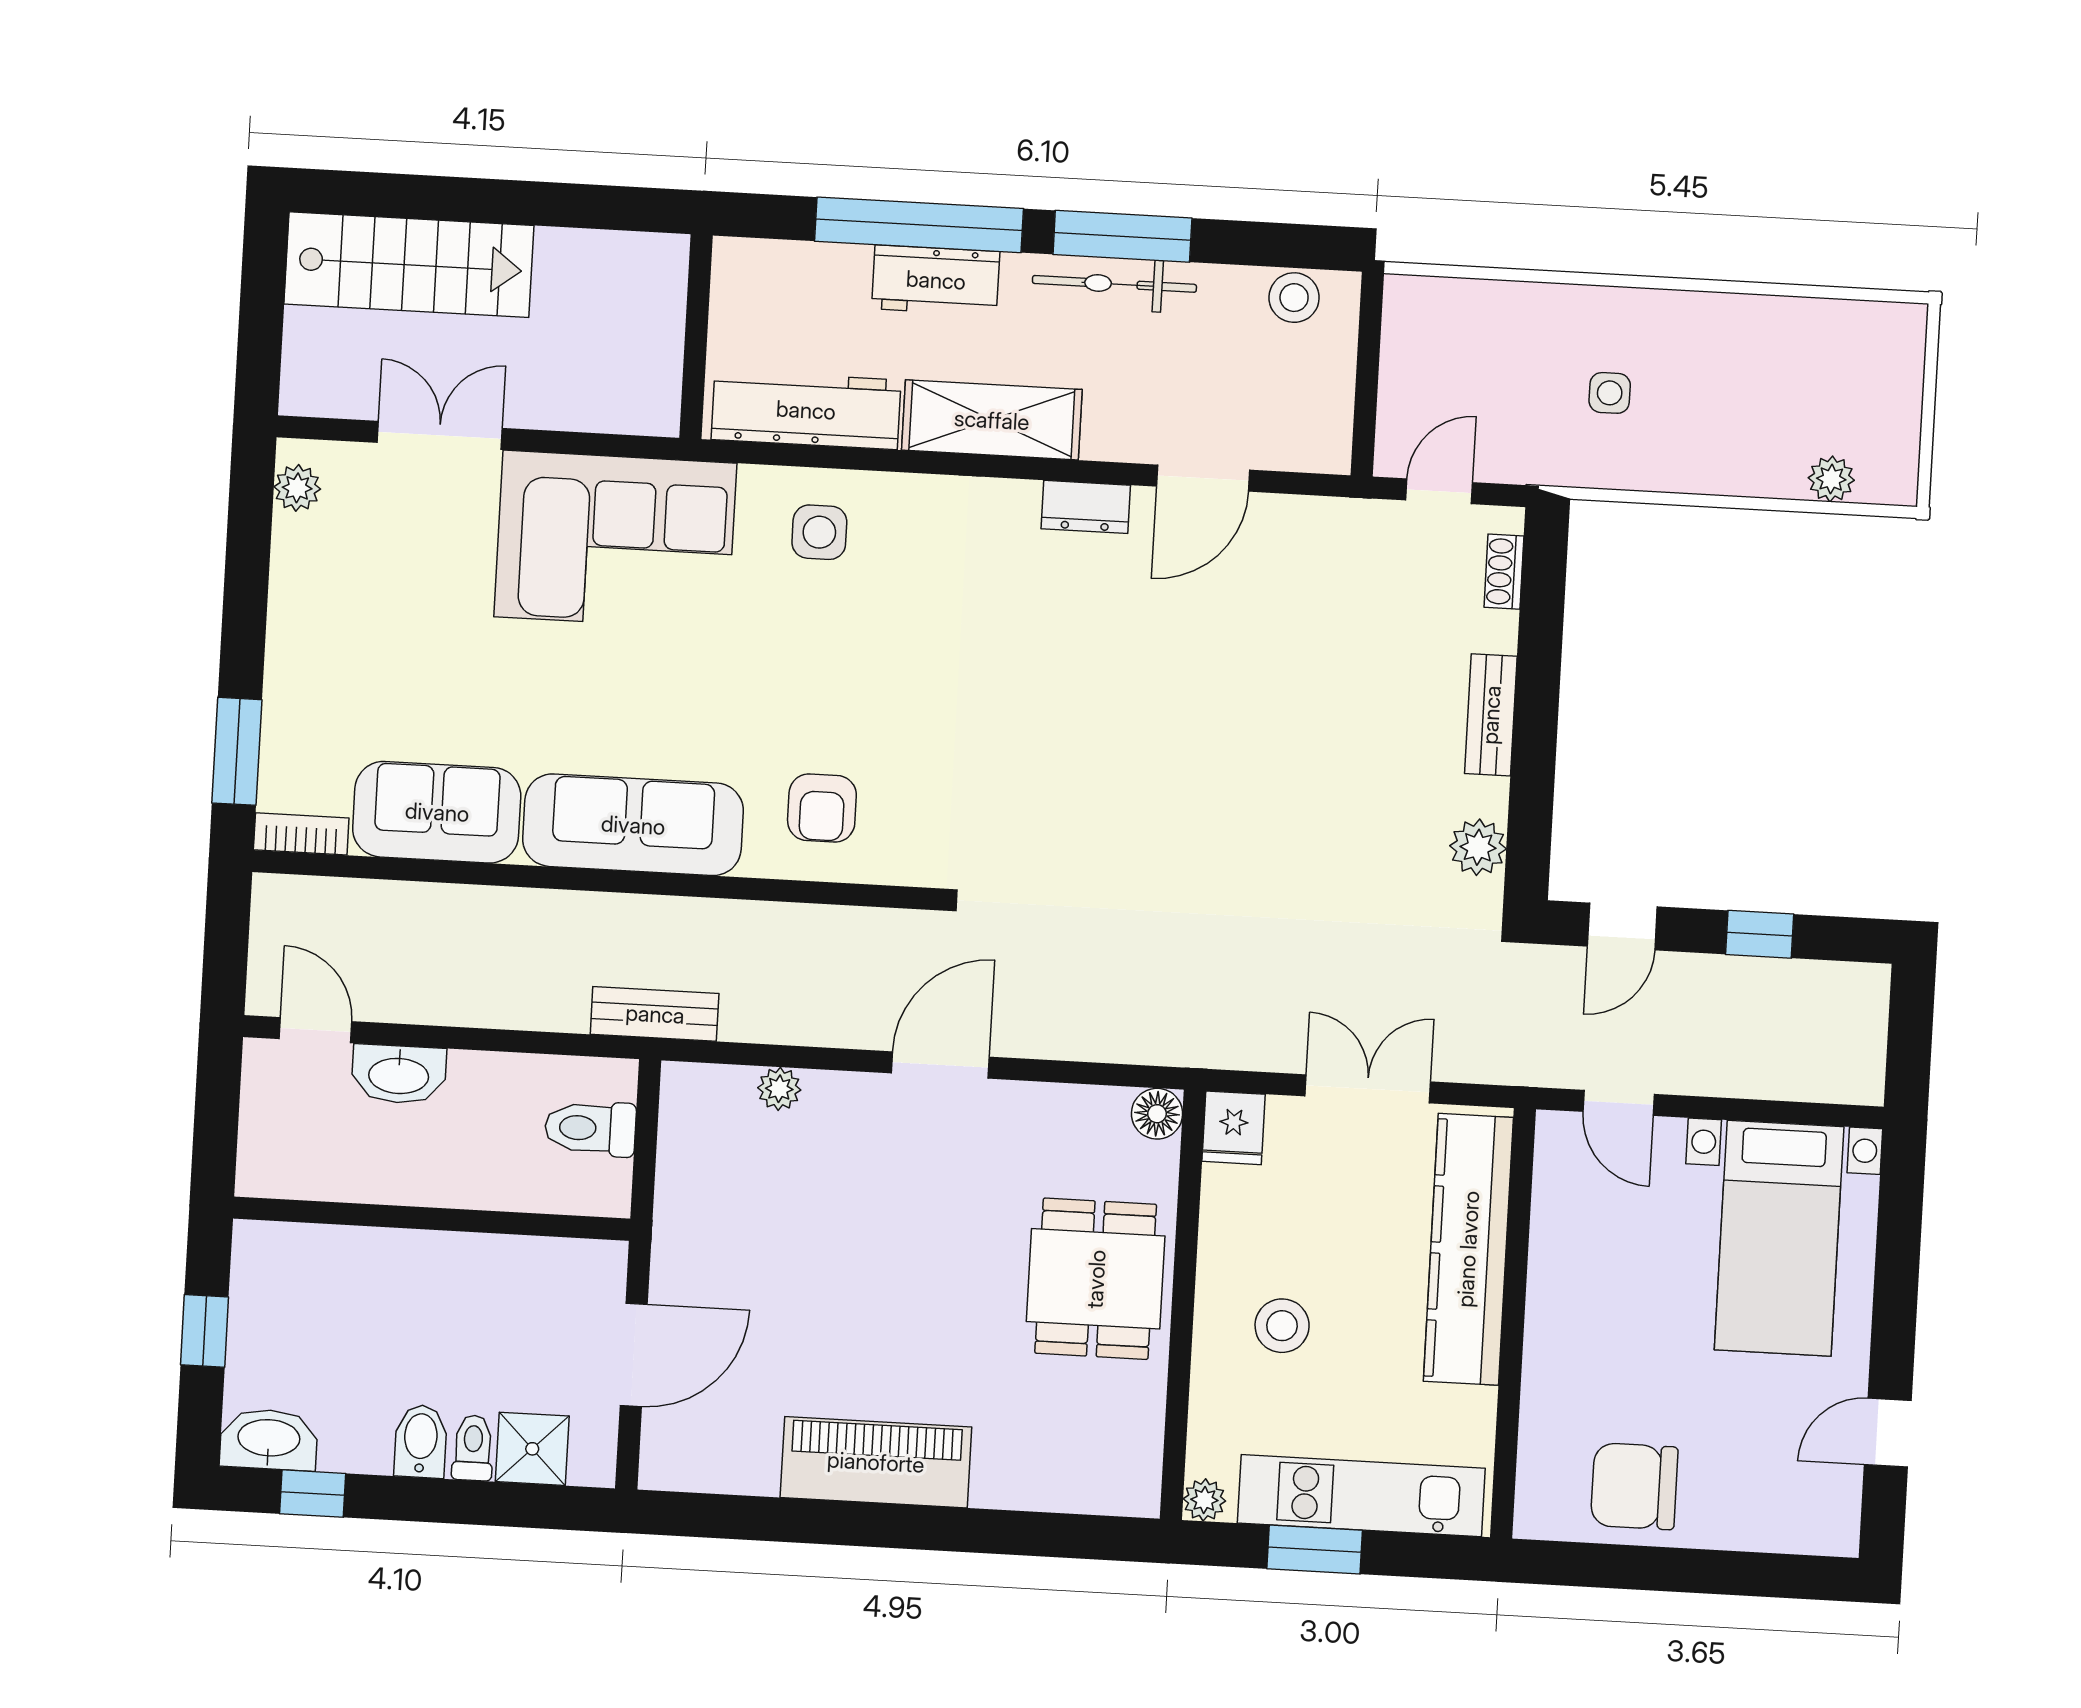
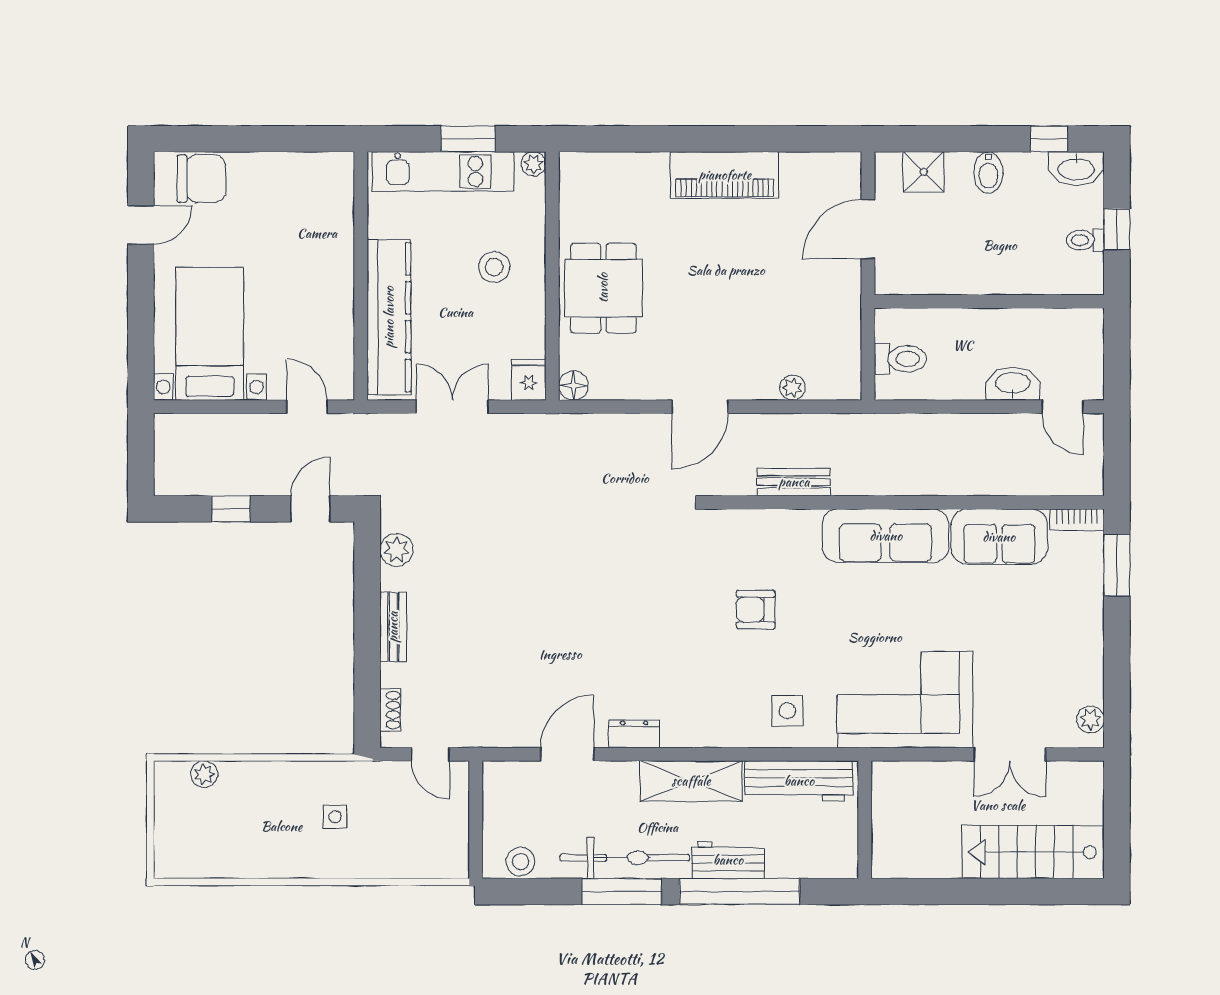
bicycle: (1114, 284) -> (625, 858), width x1.37, depth x1.40
door: (1439, 491) -> (430, 754), hinge flipped
armchair: (822, 808) -> (756, 610), moved, turned -90
bench: (655, 1014) -> (794, 482), moved
double door: (1368, 1089) -> (452, 407), swing flipped
toilet: (473, 1448) -> (1085, 240), moved, turned 90
chair: (1634, 1486) -> (201, 179), moved

